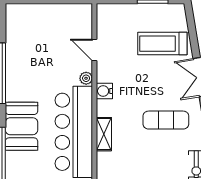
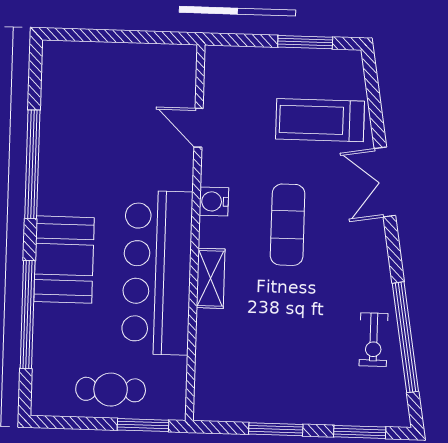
plant: (86, 78) -> (182, 178), removed
exercise mat: (166, 120) -> (288, 225), moved, turned 90

